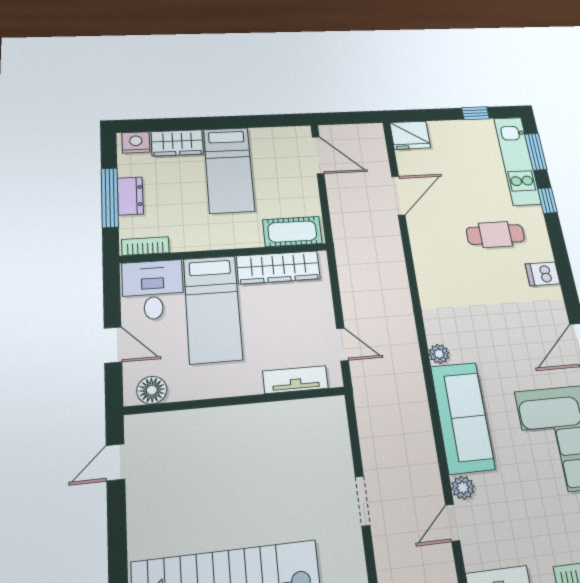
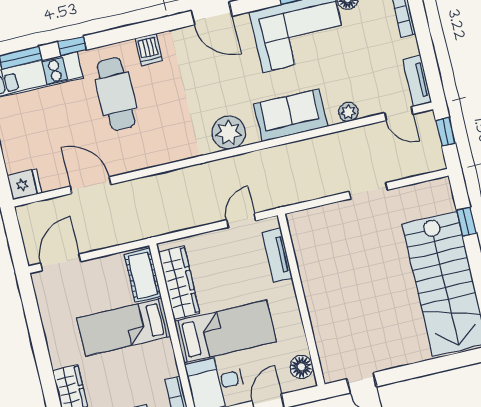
fridge: (410, 135) -> (24, 184), width x0.72
bed: (229, 170) -> (124, 327), moved, turned 180
cafe table: (495, 235) -> (116, 94), width x1.37, depth x1.35
plant: (439, 354) -> (229, 133), width x1.88, depth x1.88
sofa: (462, 417) -> (291, 115), width x0.73
door: (453, 523) -> (399, 114), moved

